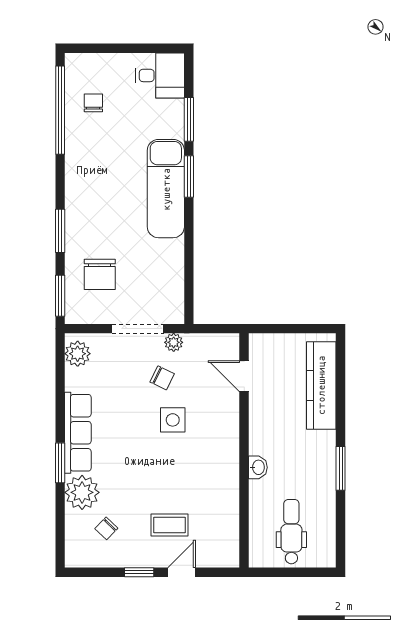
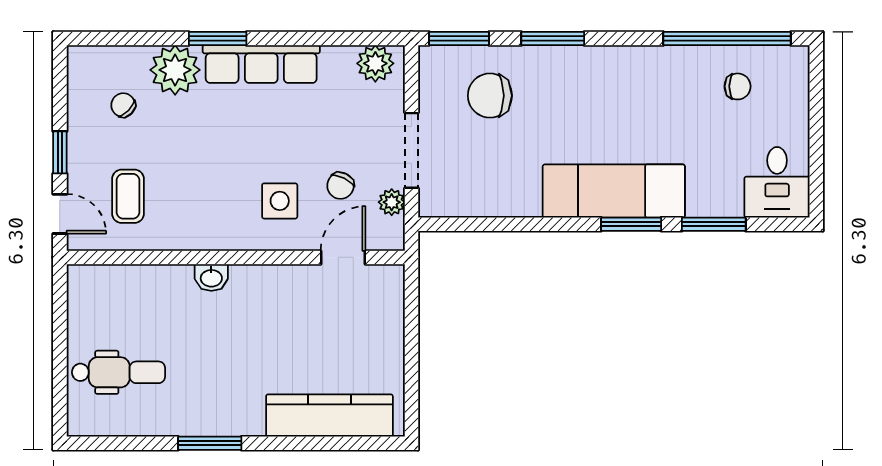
door: (244, 376) -> (343, 257), moved
wall: (244, 450) -> (236, 257), moved
washbasin: (258, 467) -> (211, 277), moved

